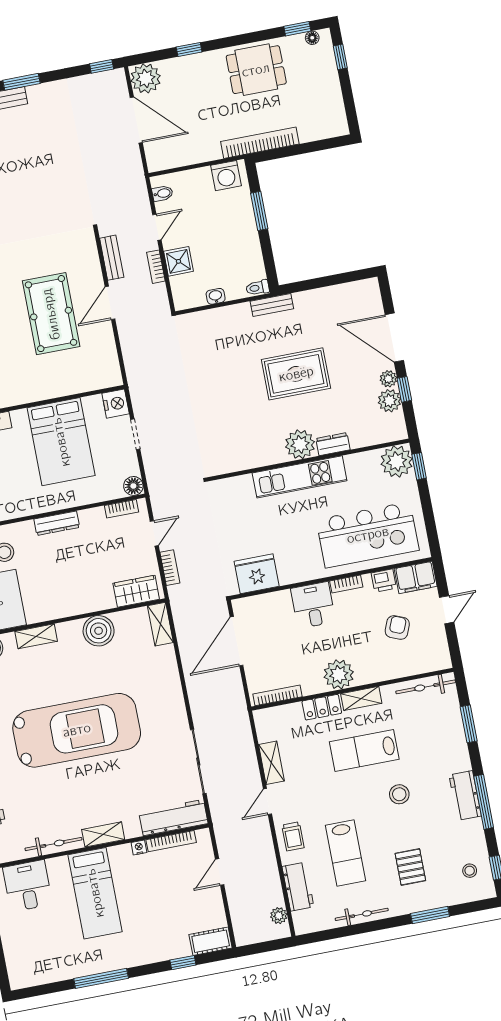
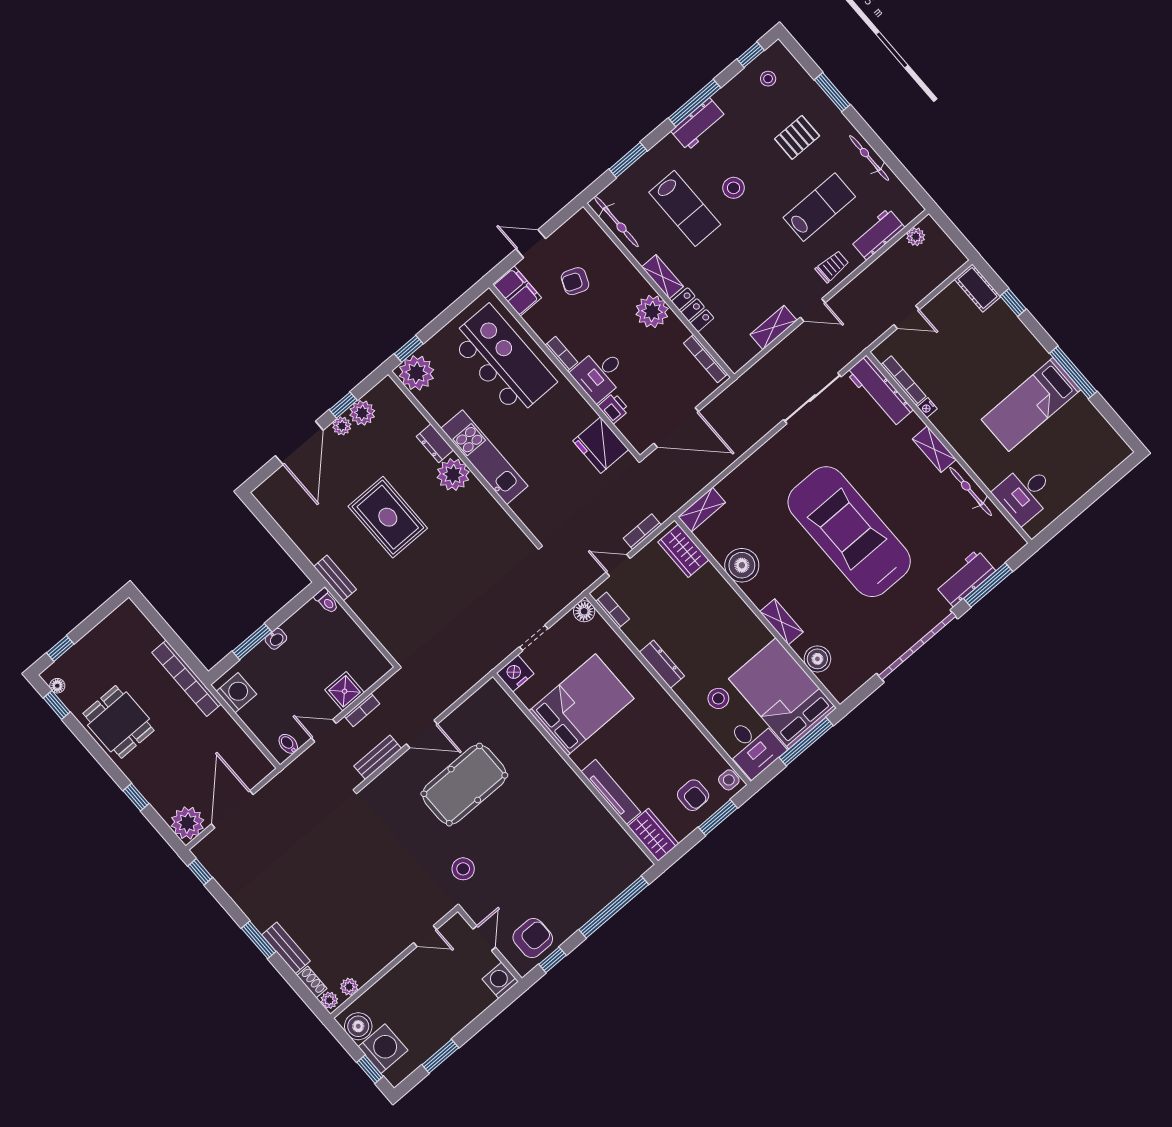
washbasin: (216, 296) -> (276, 639), moved, turned -90
printer: (384, 581) -> (614, 408), moved
lab bench: (364, 750) -> (685, 208), moved
bed: (95, 893) -> (1031, 405), moved, turned 180

